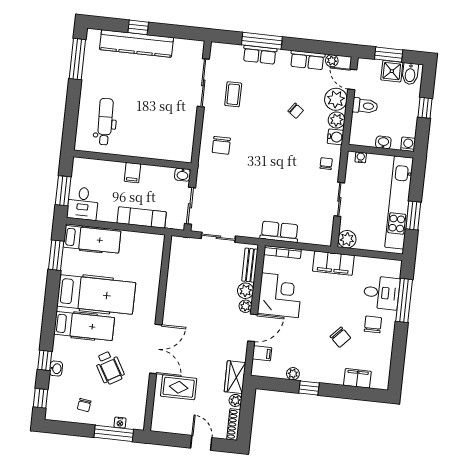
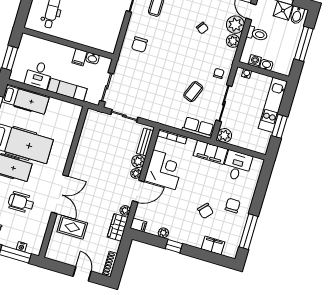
window: (425, 108) -> (304, 44), width x2.17
water cooler: (335, 137) -> (230, 54), removed
washing machine: (408, 144) -> (255, 61), moved
filing cabinet: (132, 173) -> (79, 57), moved
washbasin: (183, 175) -> (92, 58), moved
coffee table: (299, 192) -> (193, 92), added
sliding door: (339, 199) -> (224, 103), width x1.37
desk: (83, 203) -> (39, 75), moved
kitchen unit: (399, 203) -> (273, 105), width x0.73
row of seats: (279, 232) -> (198, 128), moved
desk: (382, 293) -> (237, 166), moved, turned -90
window: (404, 300) -> (248, 232), moved
filing cabinet: (262, 353) -> (138, 225), moved
wheelchair: (110, 368) -> (21, 202), turned 120
plant: (235, 400) -> (125, 210), moved

